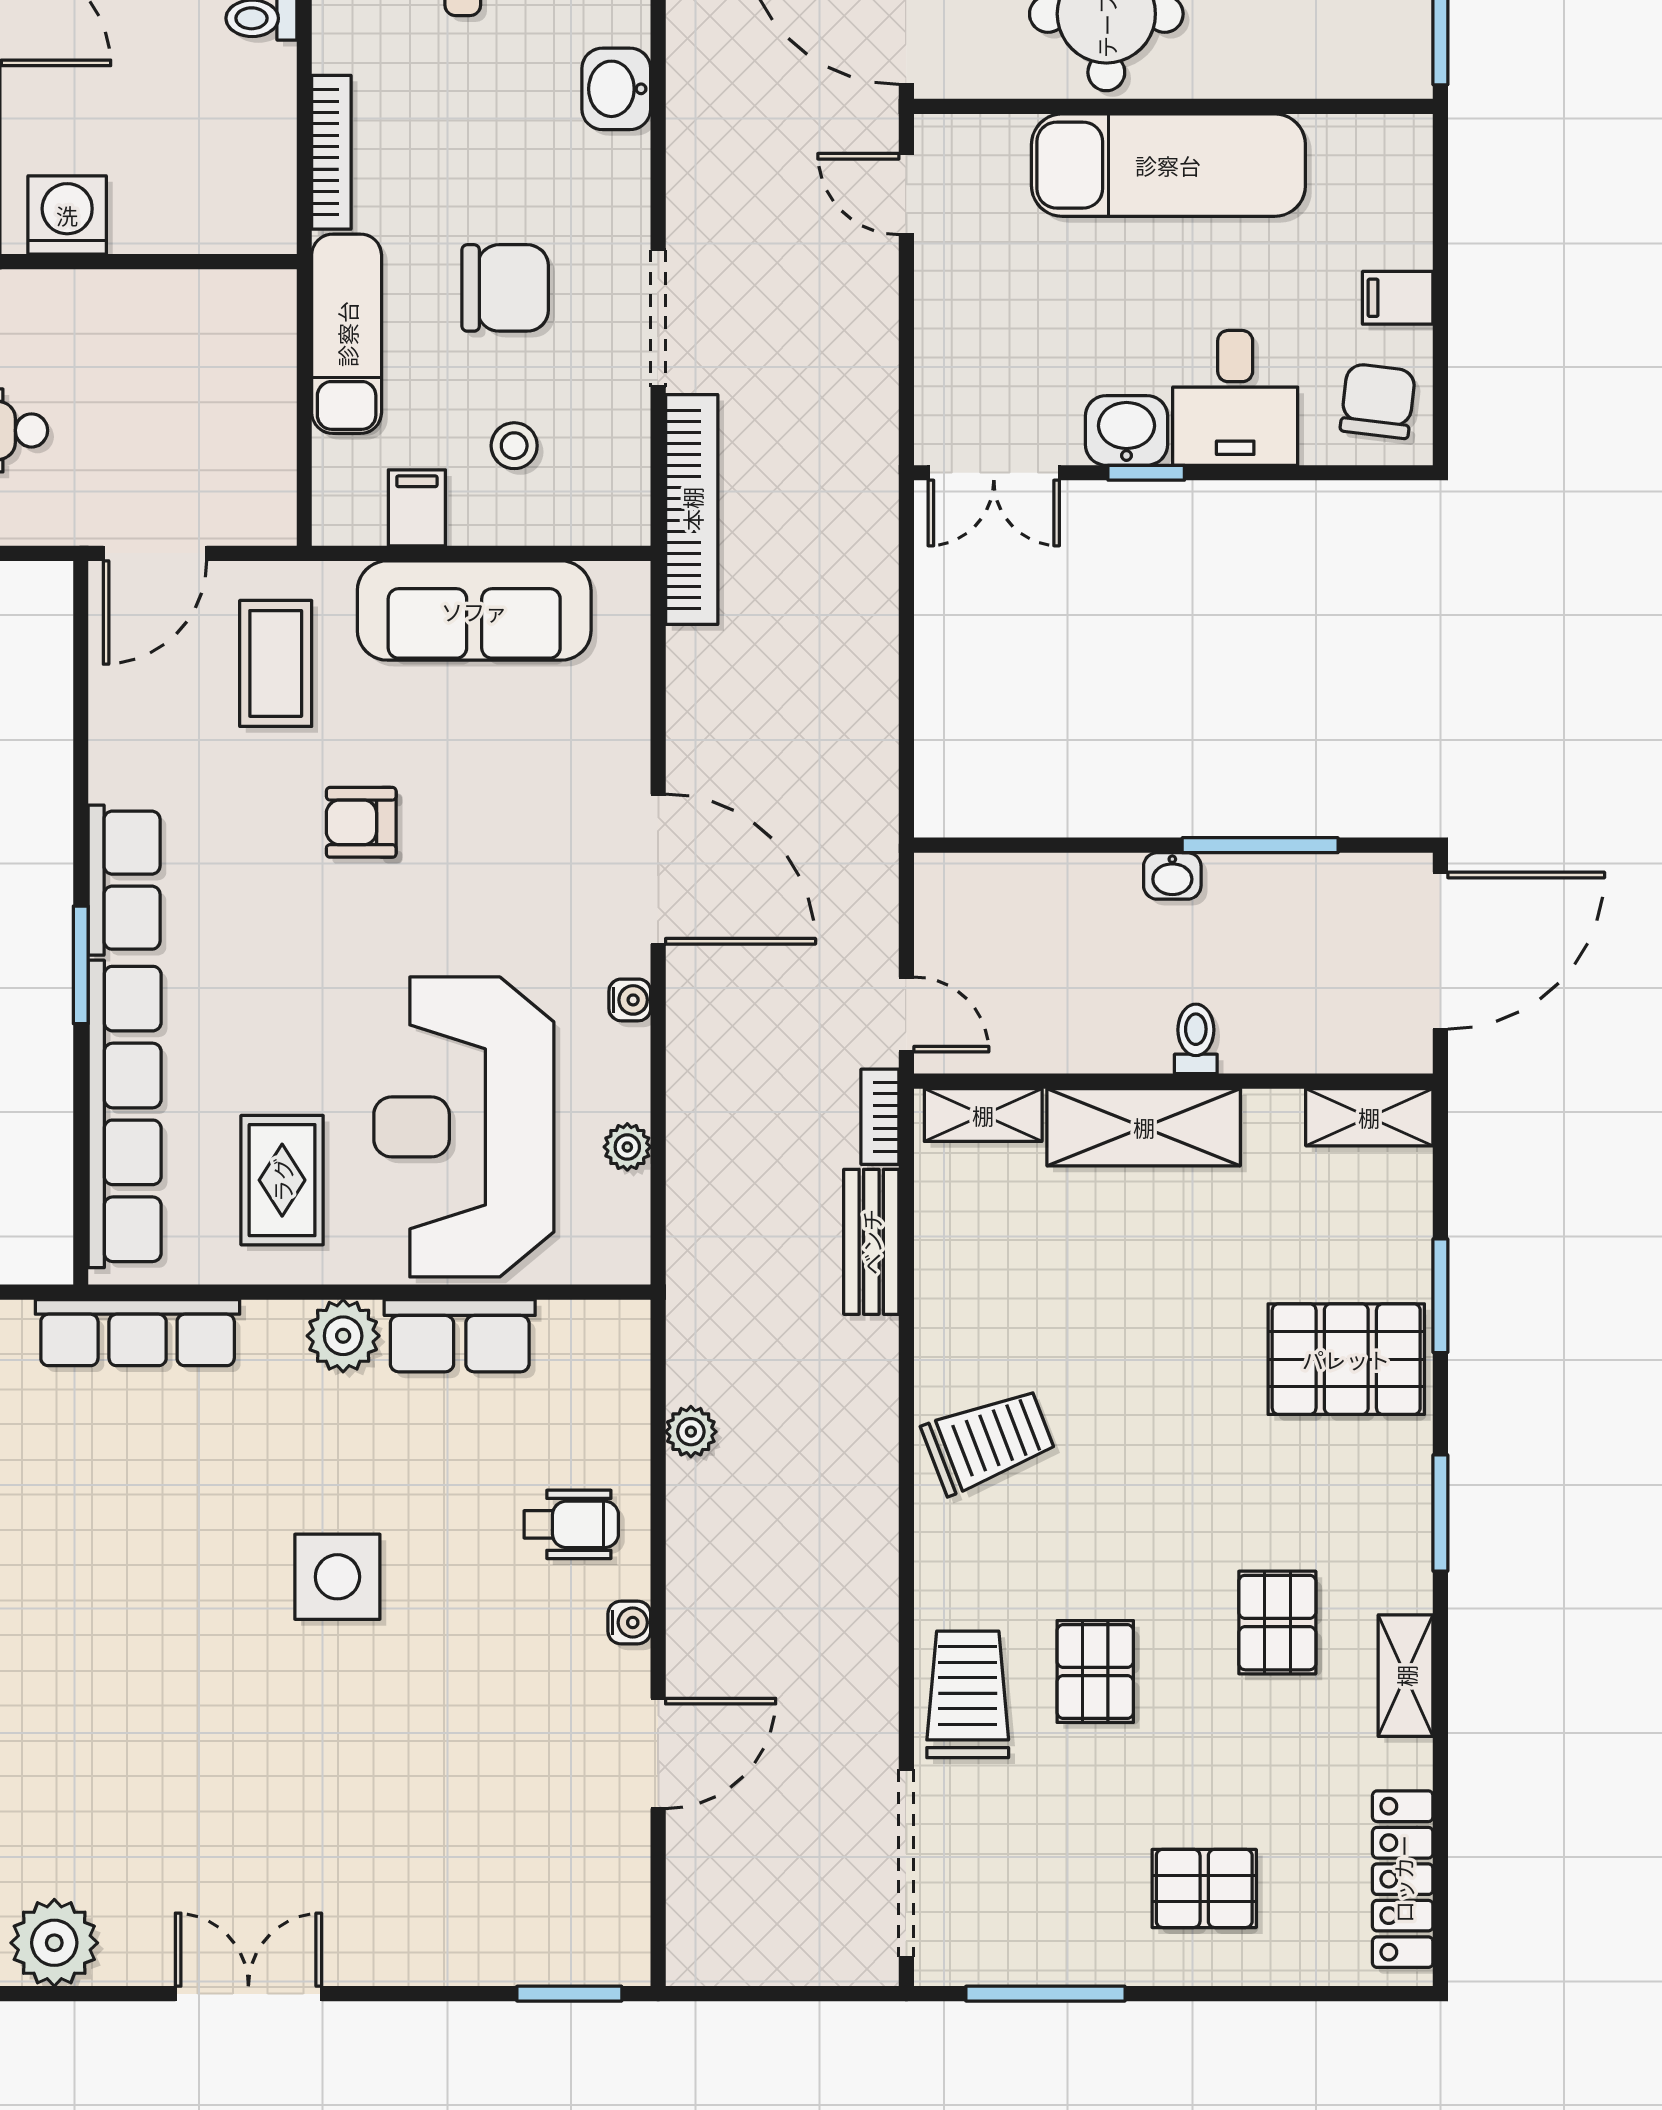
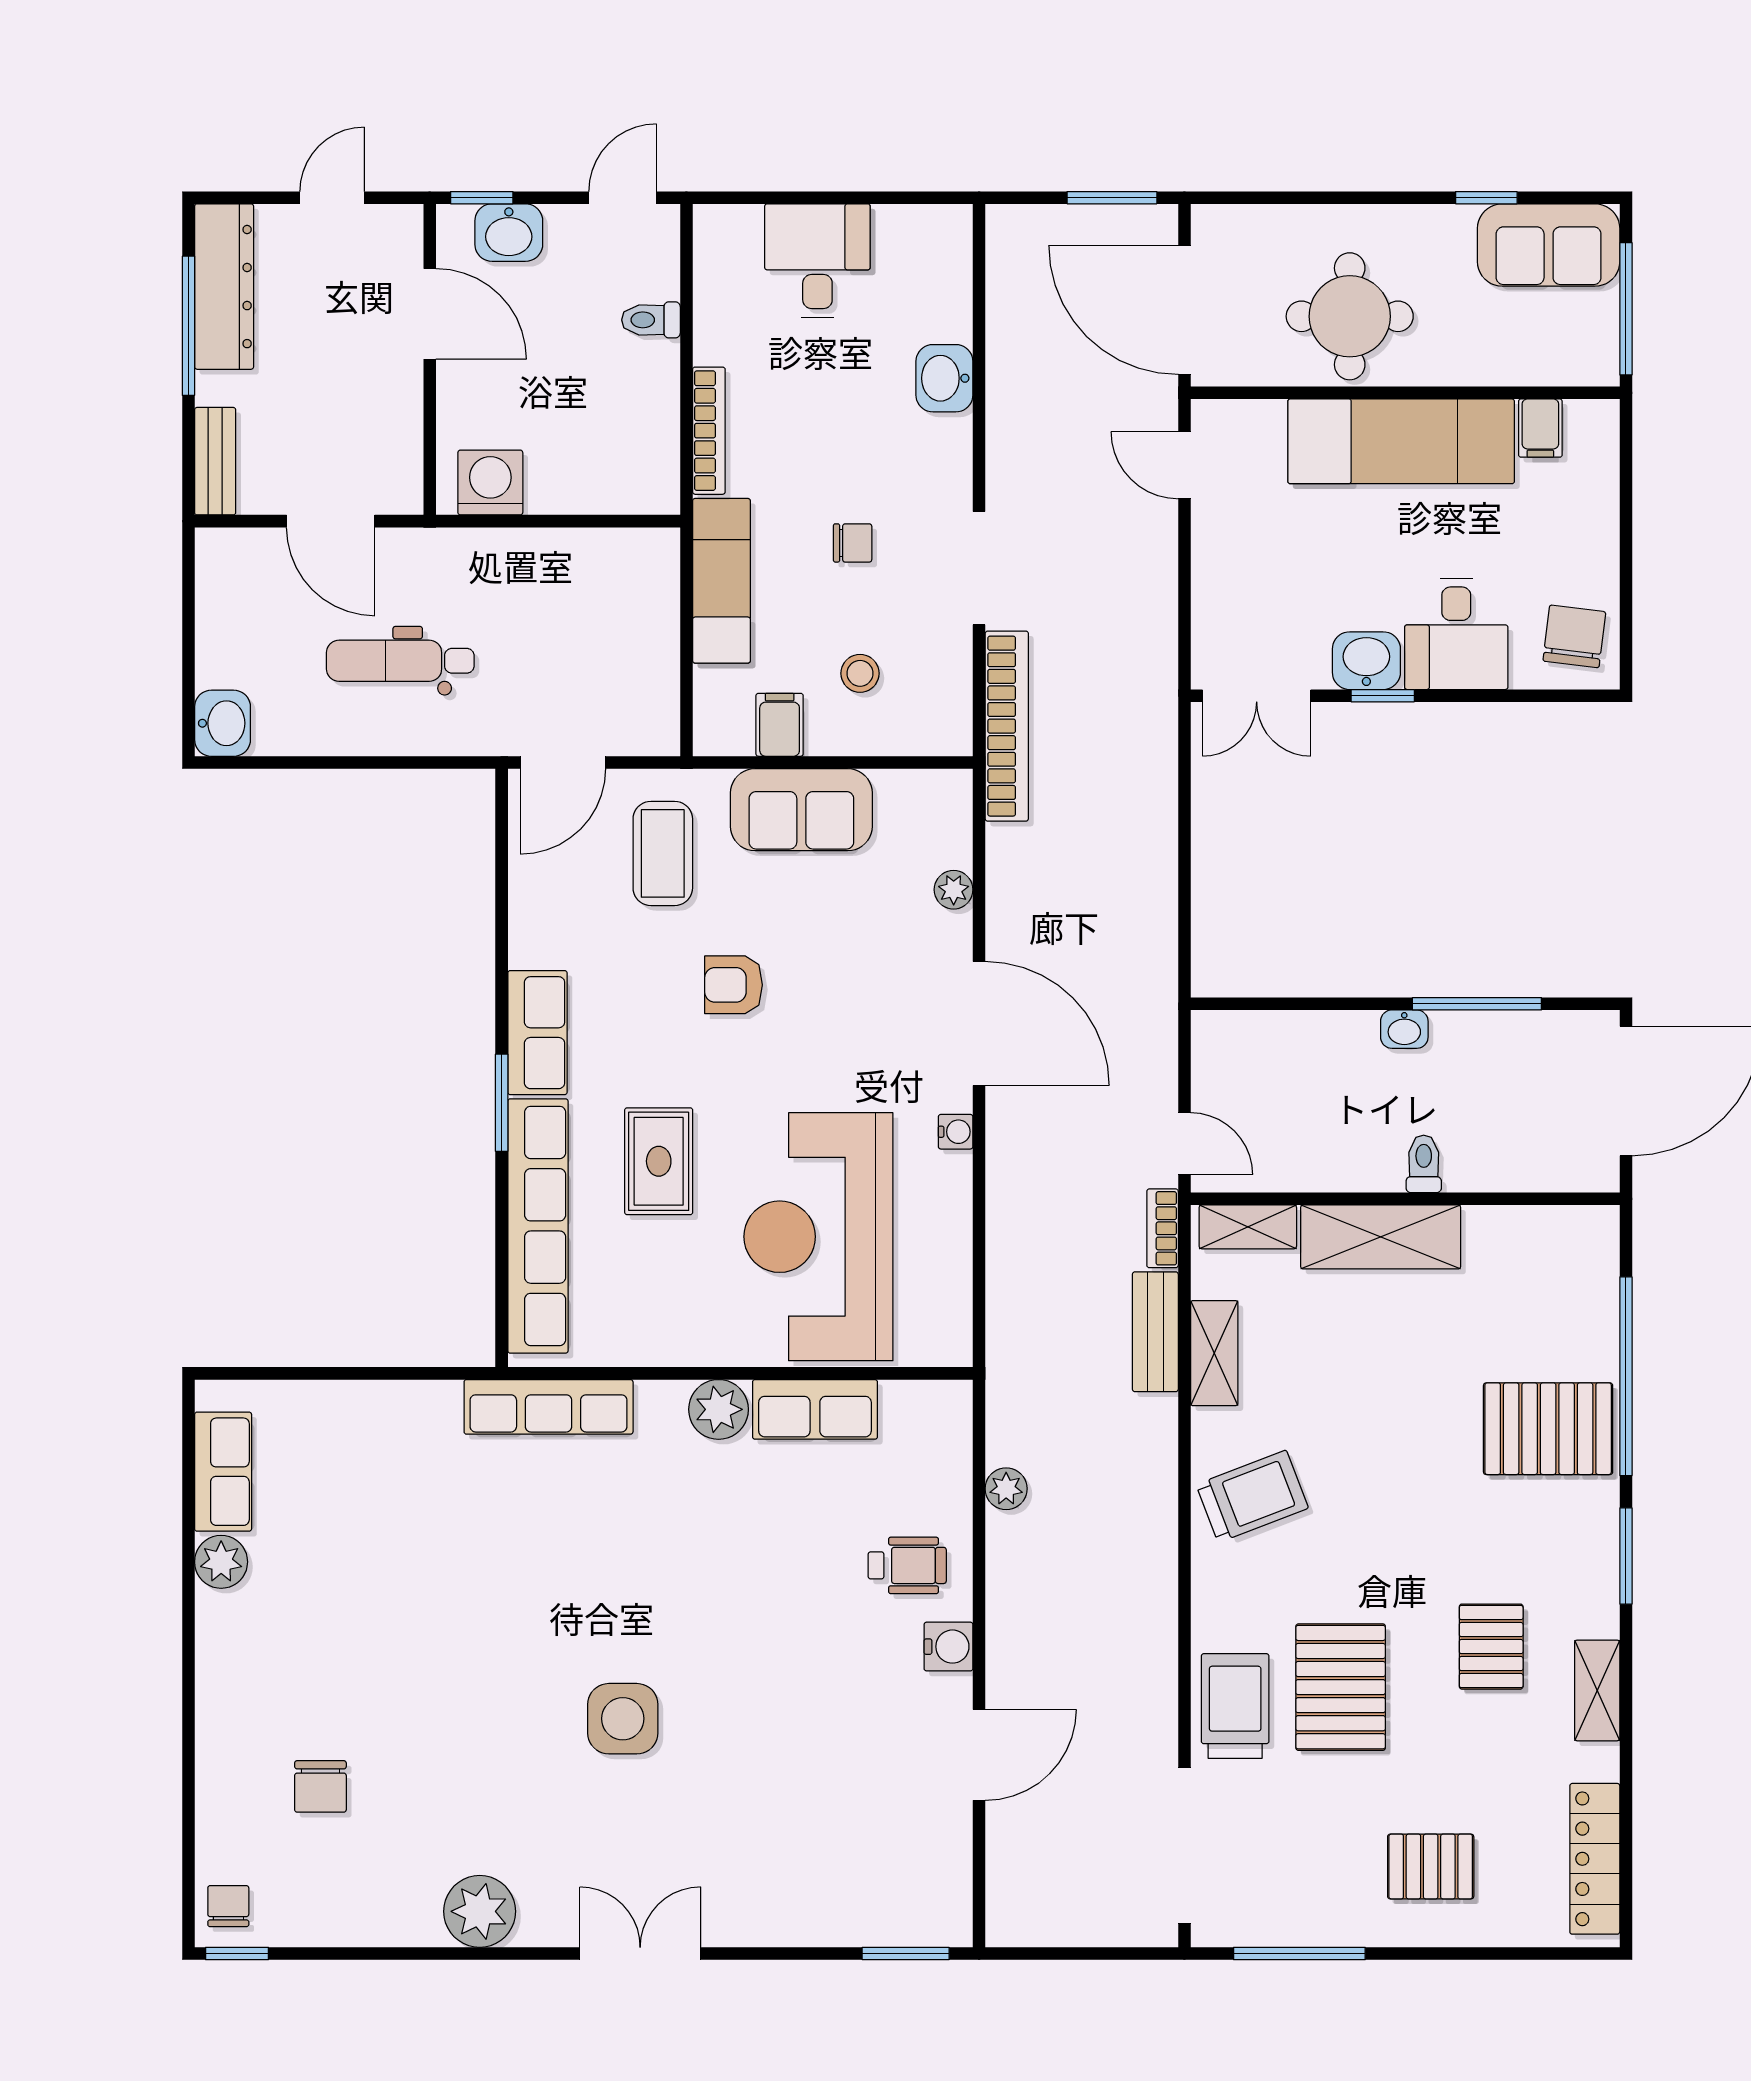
chair: (505, 288) -> (853, 543), width x0.54, depth x0.54
filing cabinet: (1398, 298) -> (1540, 428), moved, turned -90
sofa: (474, 611) -> (801, 810), width x0.73
shelving: (1369, 1117) -> (1214, 1353), moved, turned 90
plant: (627, 1147) -> (954, 890), moved
rug: (282, 1180) -> (659, 1161), moved
window: (1440, 1296) -> (1626, 1376), width x2.11
side table: (337, 1577) -> (623, 1719), moved
water cooler: (629, 1623) -> (948, 1647), width x1.38, depth x1.38
pallet: (1095, 1672) -> (1341, 1687), width x1.50, depth x1.42

